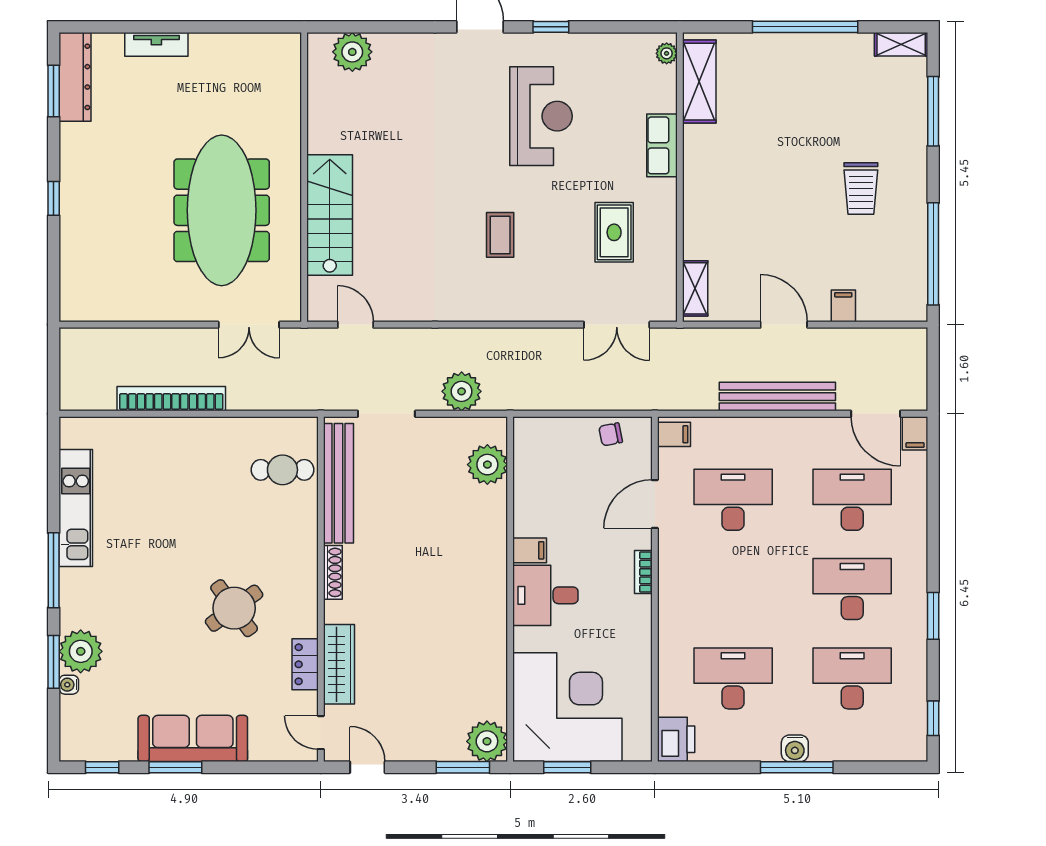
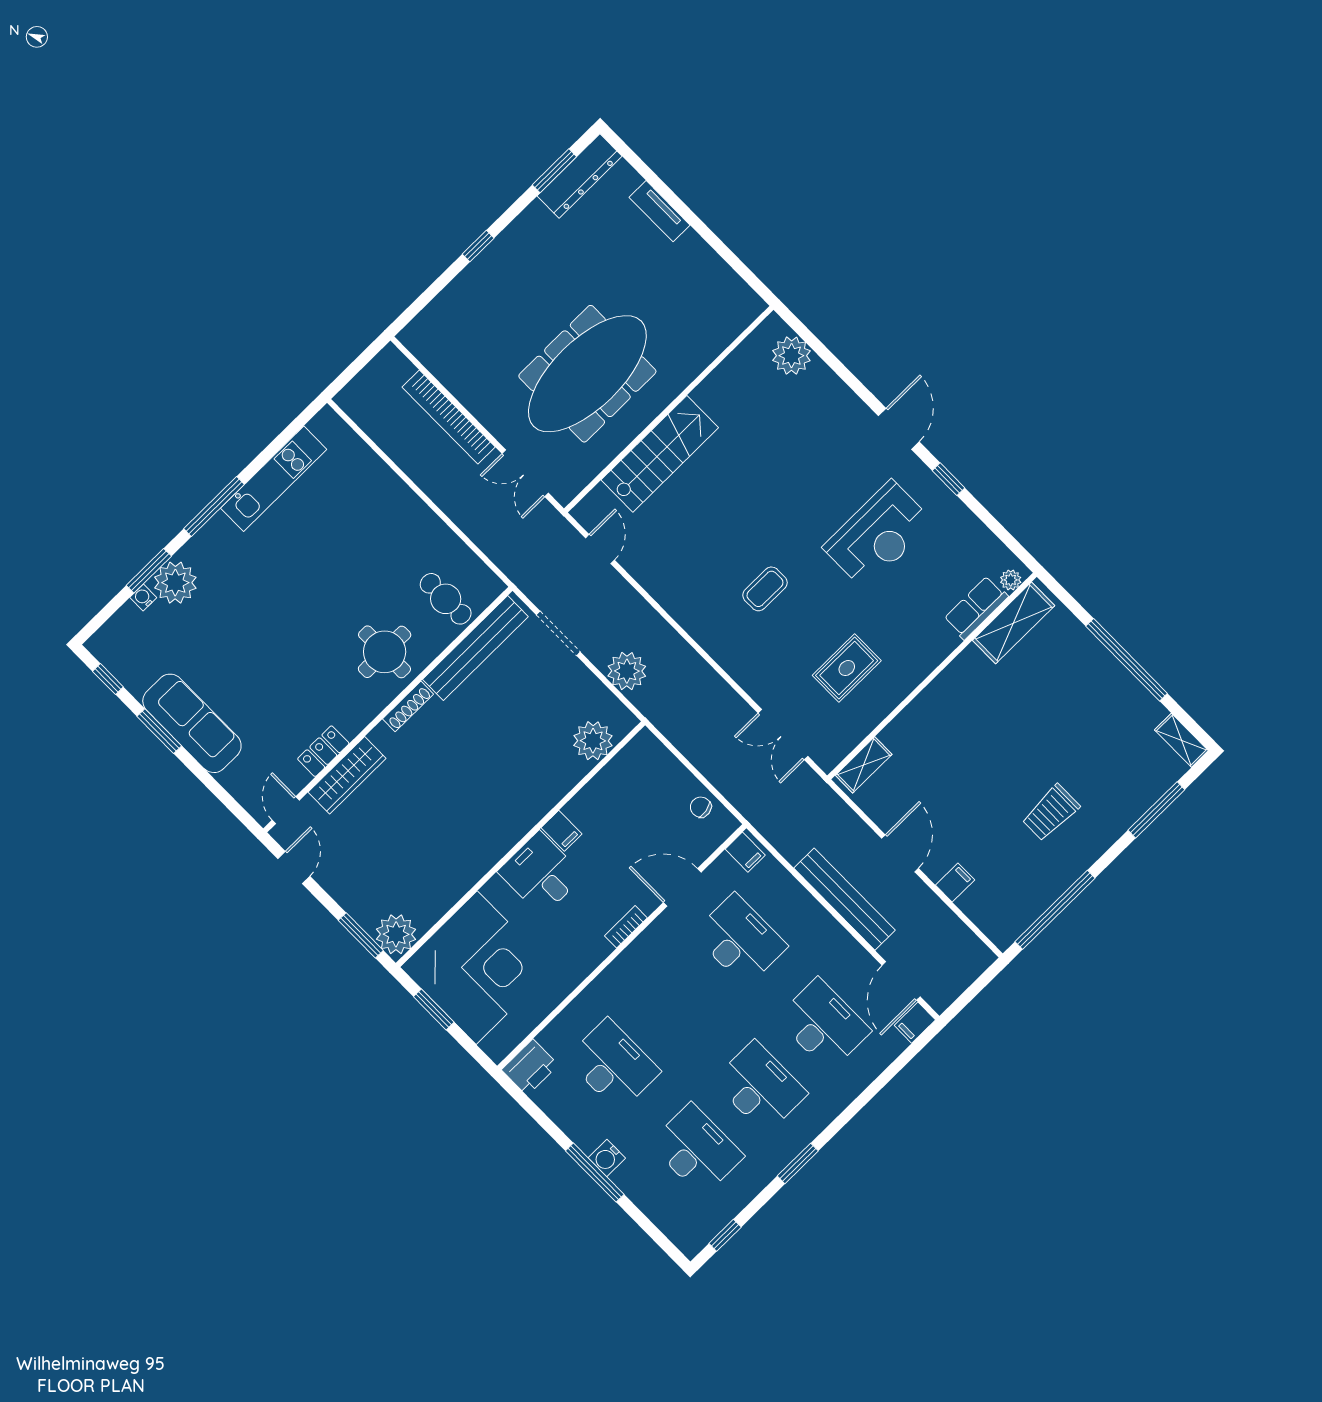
row of seats: (662, 145) -> (976, 608), moved
bookcase: (171, 399) -> (449, 417), moved, turned 180
round table: (234, 608) -> (385, 652), moved, turned 36

